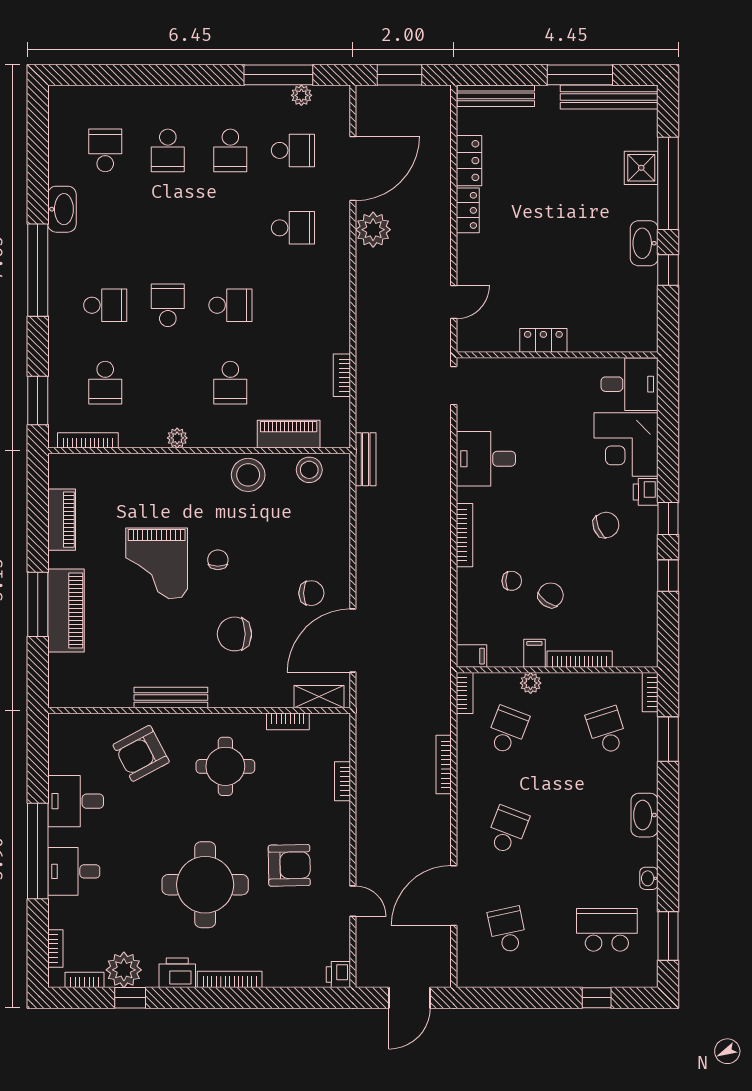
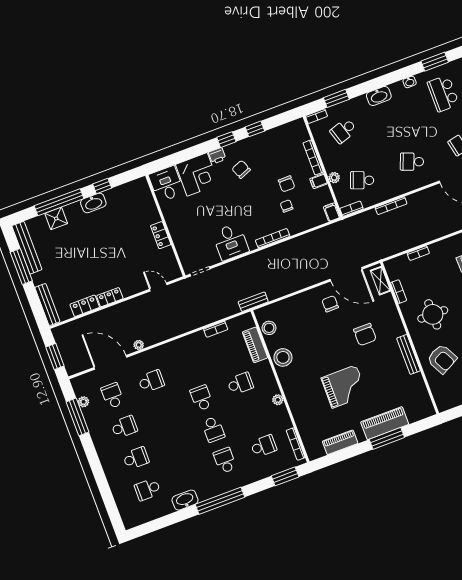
school desk: (293, 228) -> (151, 381), turned 90
plant: (373, 230) -> (139, 345), width x0.53, depth x0.53
school desk: (168, 305) -> (213, 429), turned -90
chair: (218, 560) -> (331, 357), removed
chair: (551, 595) -> (287, 184), turned -126

